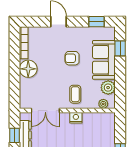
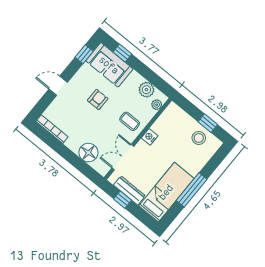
armchair: (72, 58) -> (98, 100), turned 180
sofa: (104, 60) -> (109, 65), moved
floor lamp: (28, 69) -> (88, 153), moved
double door: (45, 111) -> (123, 157), swing flipped

